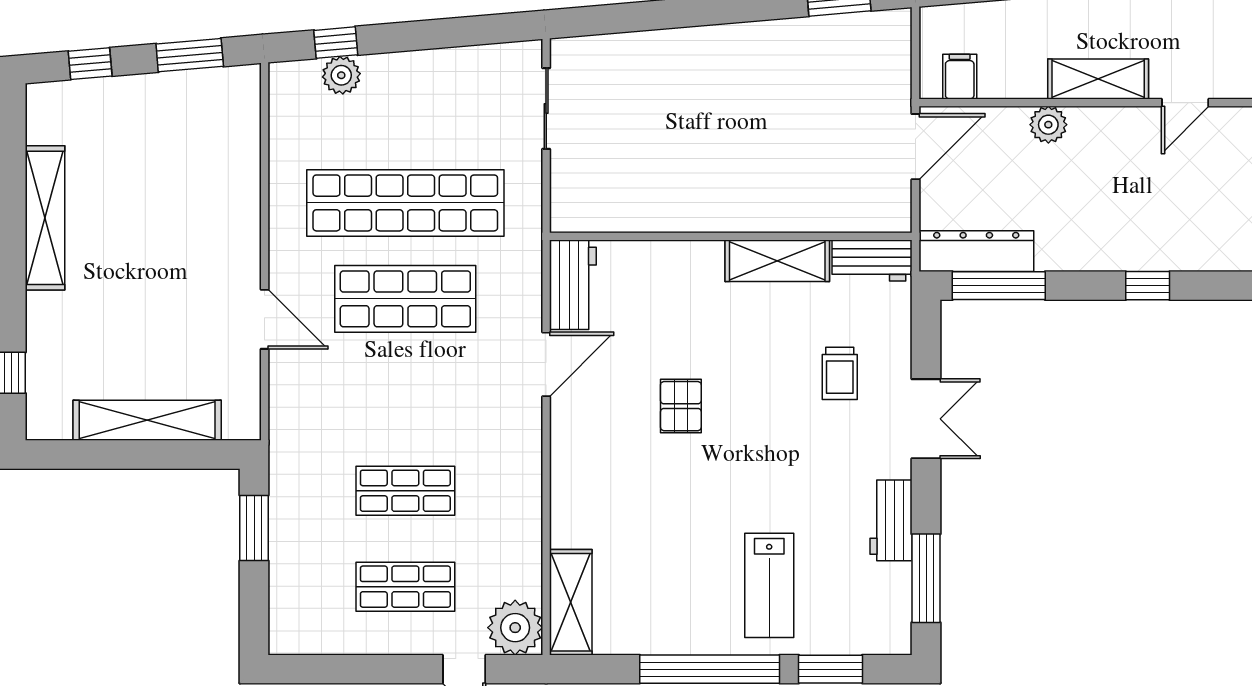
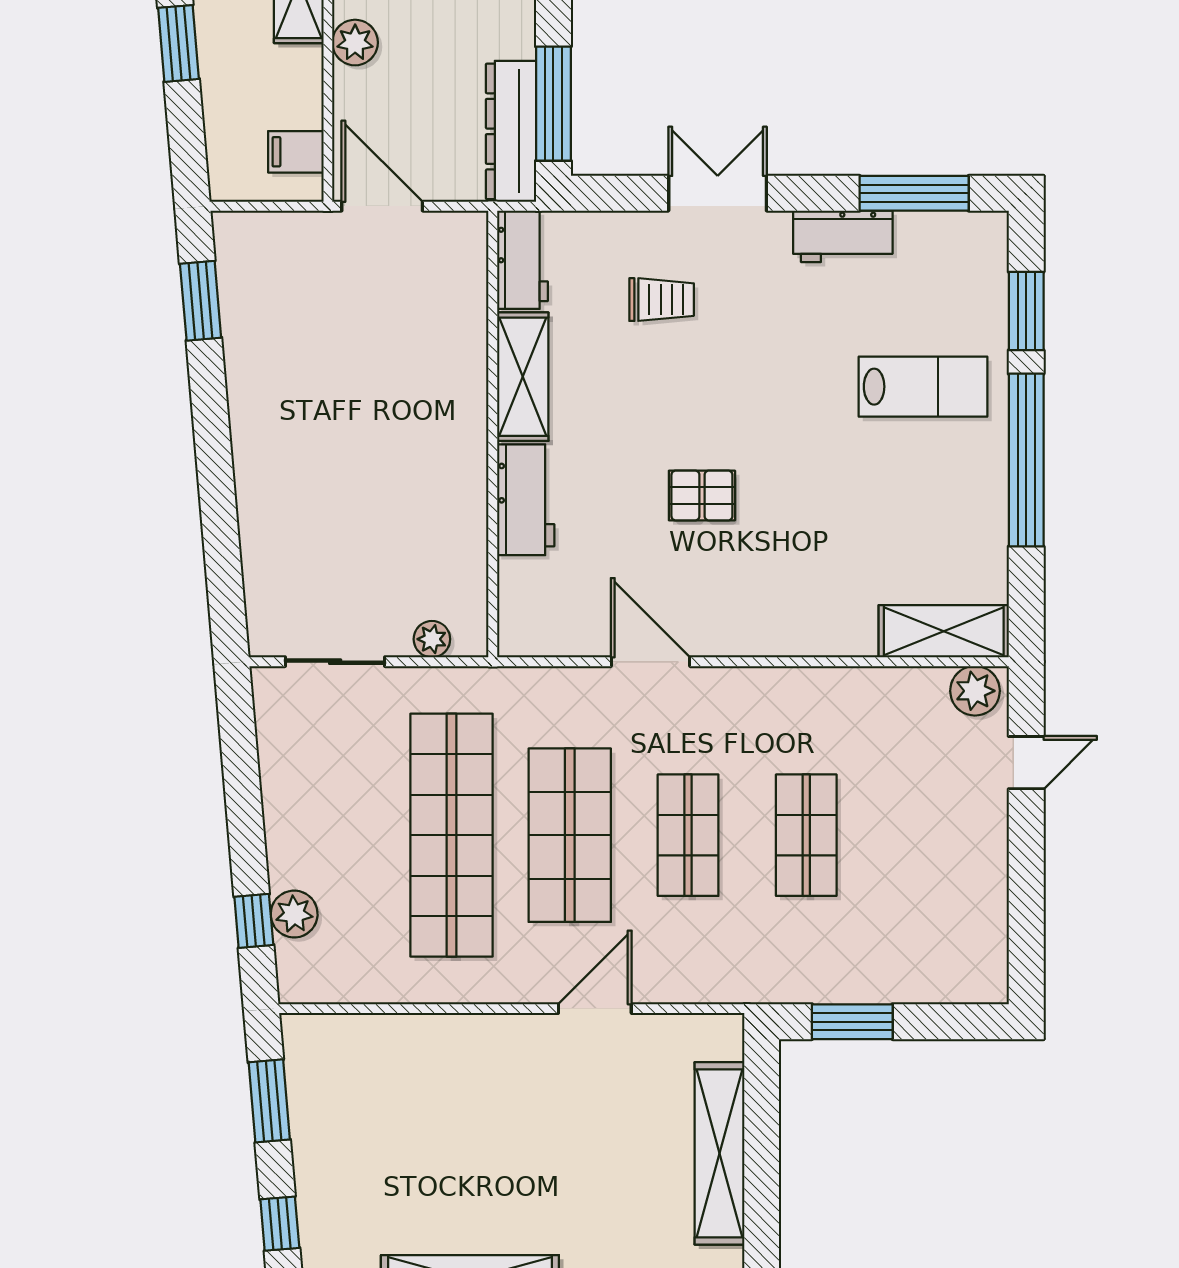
plant: (564, 187) -> (432, 639), added
workbench: (573, 285) -> (526, 500), moved, turned 90
shop shelf: (405, 587) -> (688, 835), moved
plant: (515, 628) -> (975, 691), width x0.73, depth x0.73

